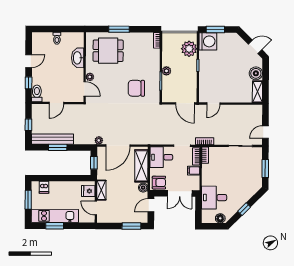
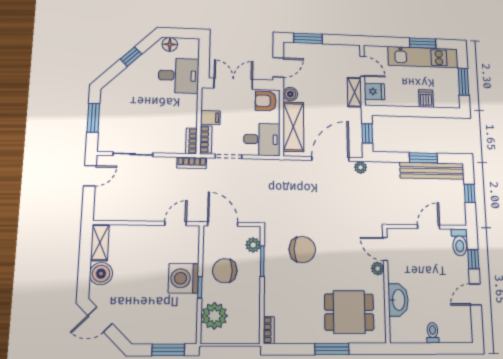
washing machine: (208, 41) -> (183, 278), moved
plant: (166, 71) -> (253, 245), moved
chair: (183, 75) -> (225, 271), added
dishwasher: (44, 187) -> (426, 98), moved

